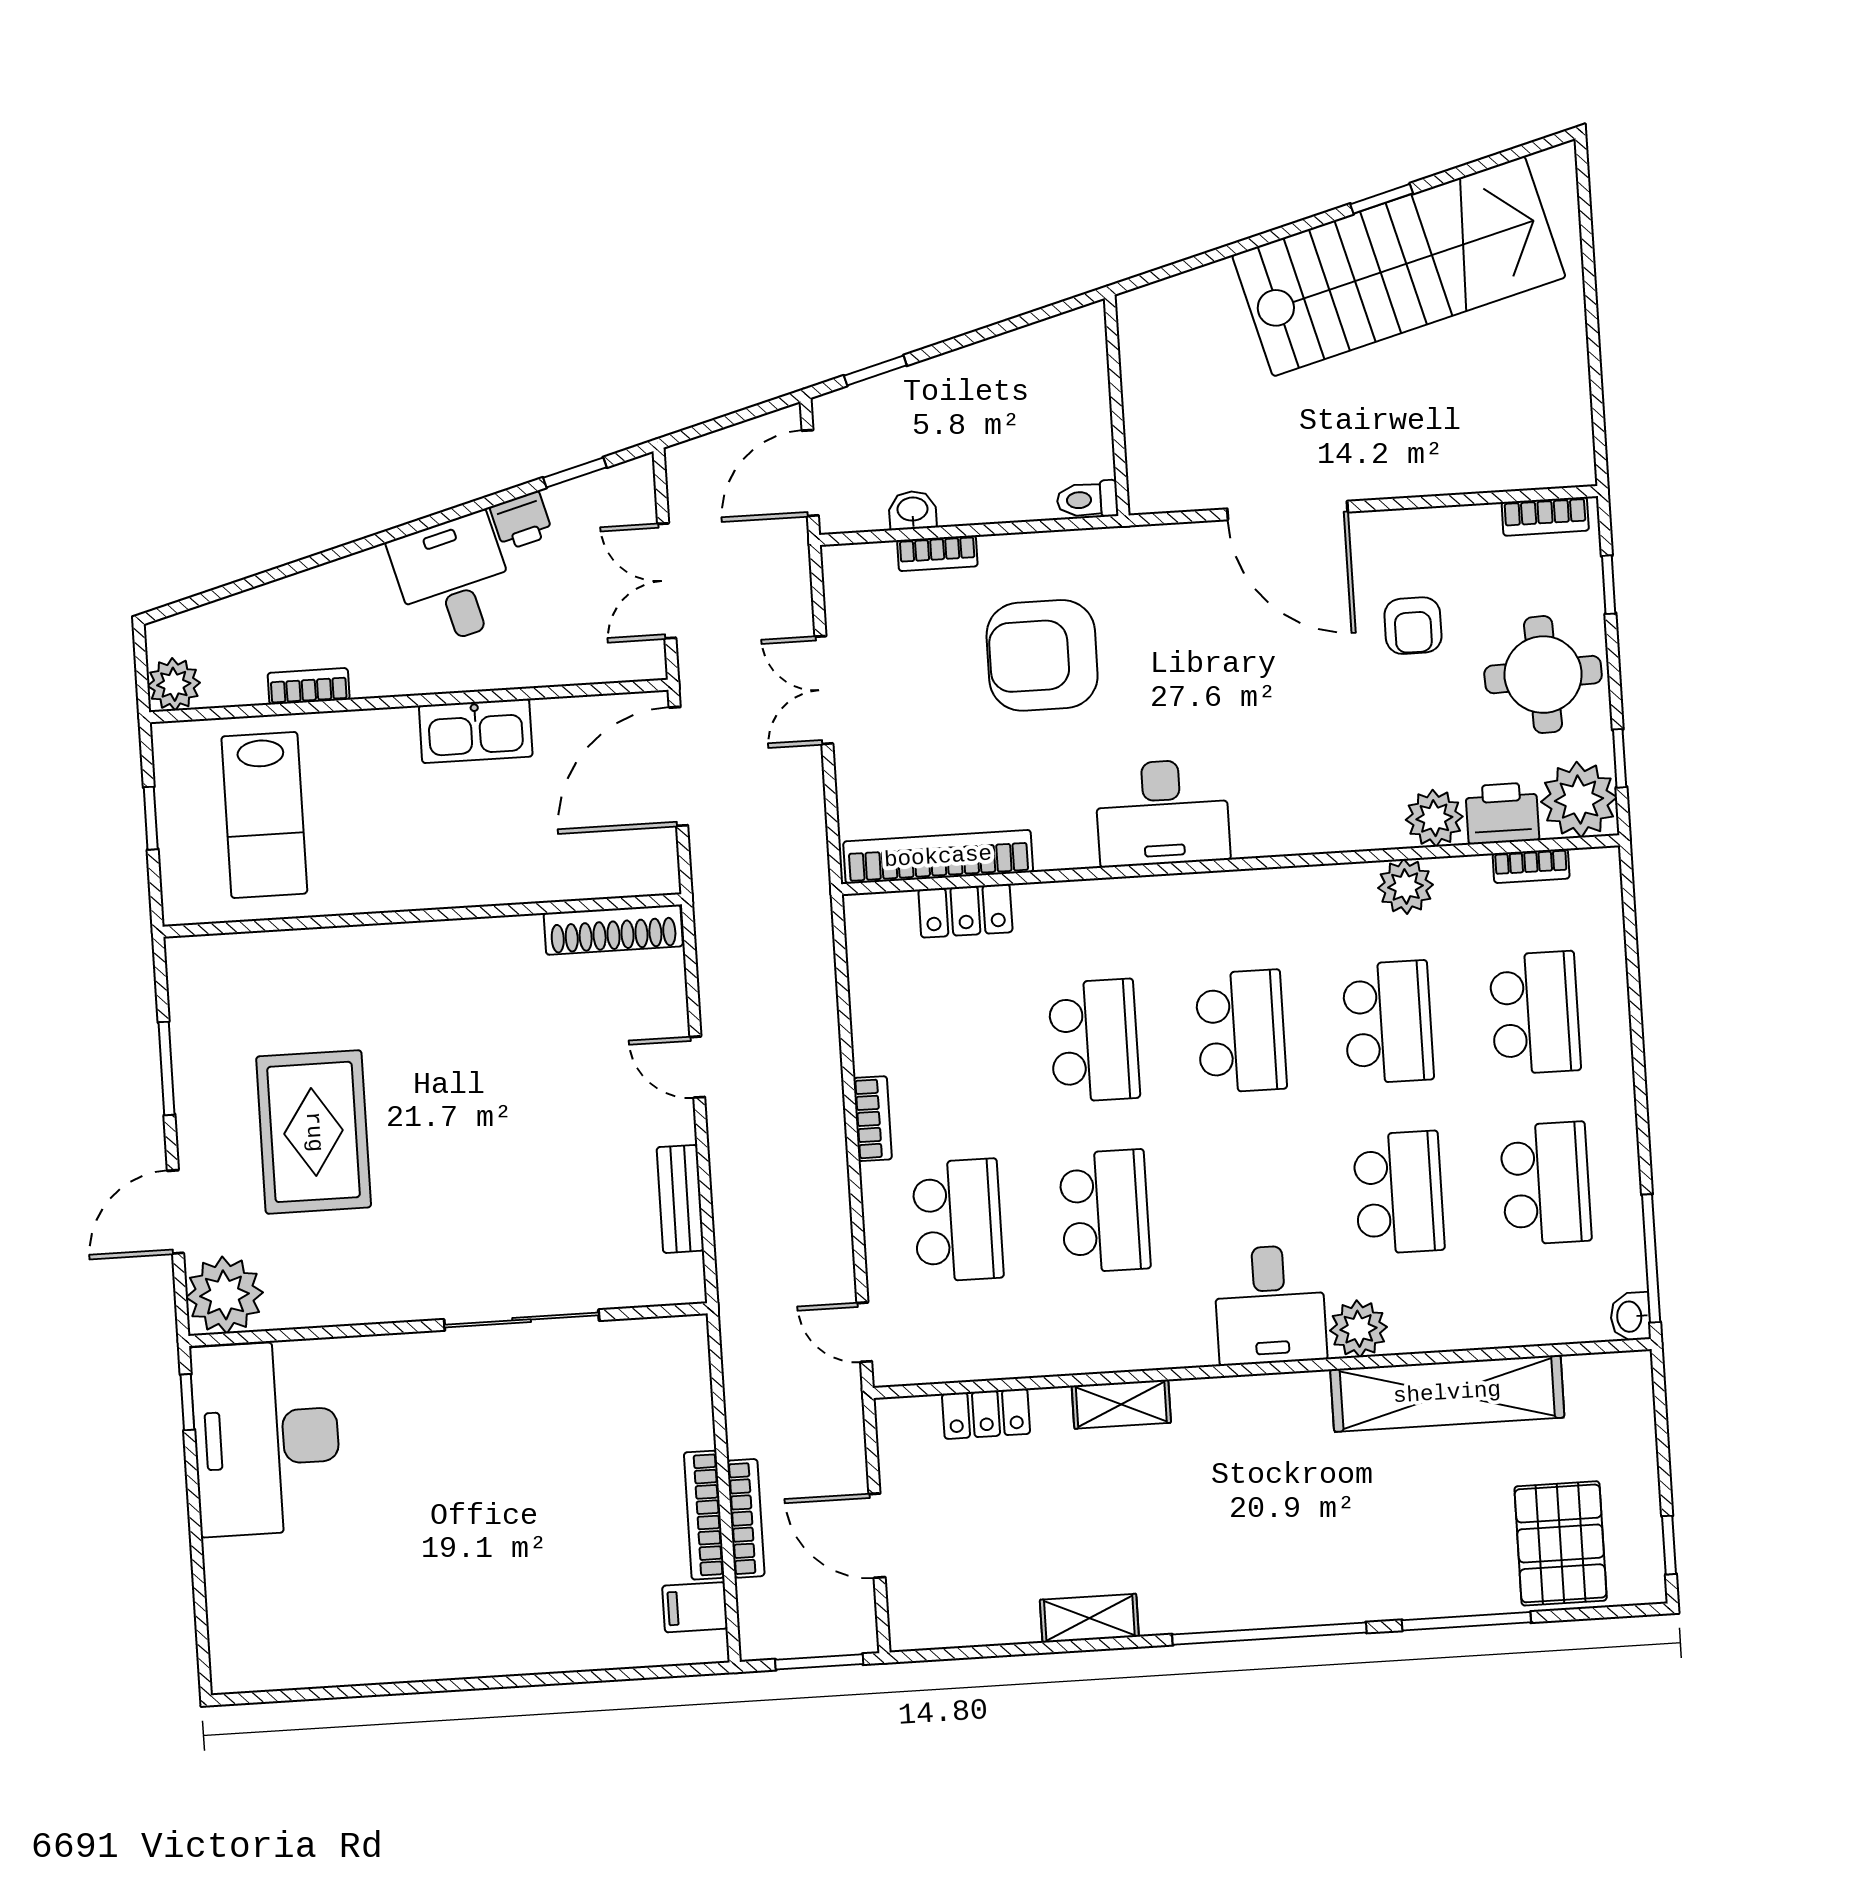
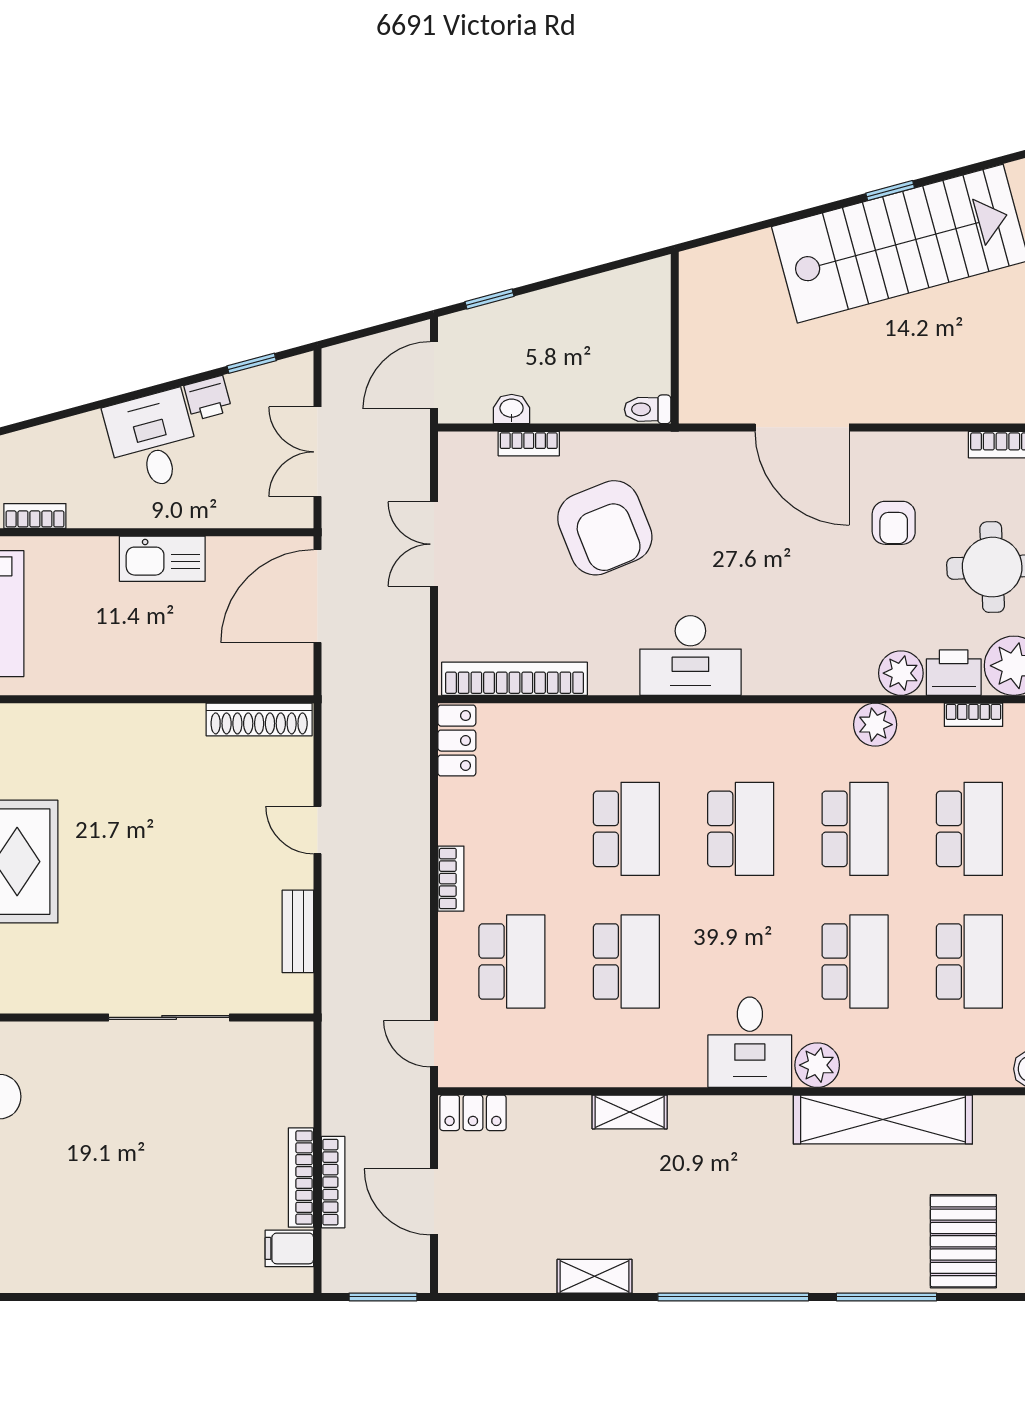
armchair: (1042, 655) -> (605, 528), turned -112
locker: (965, 911) -> (457, 741), moved, turned -90
locker: (986, 1414) -> (473, 1113), moved

